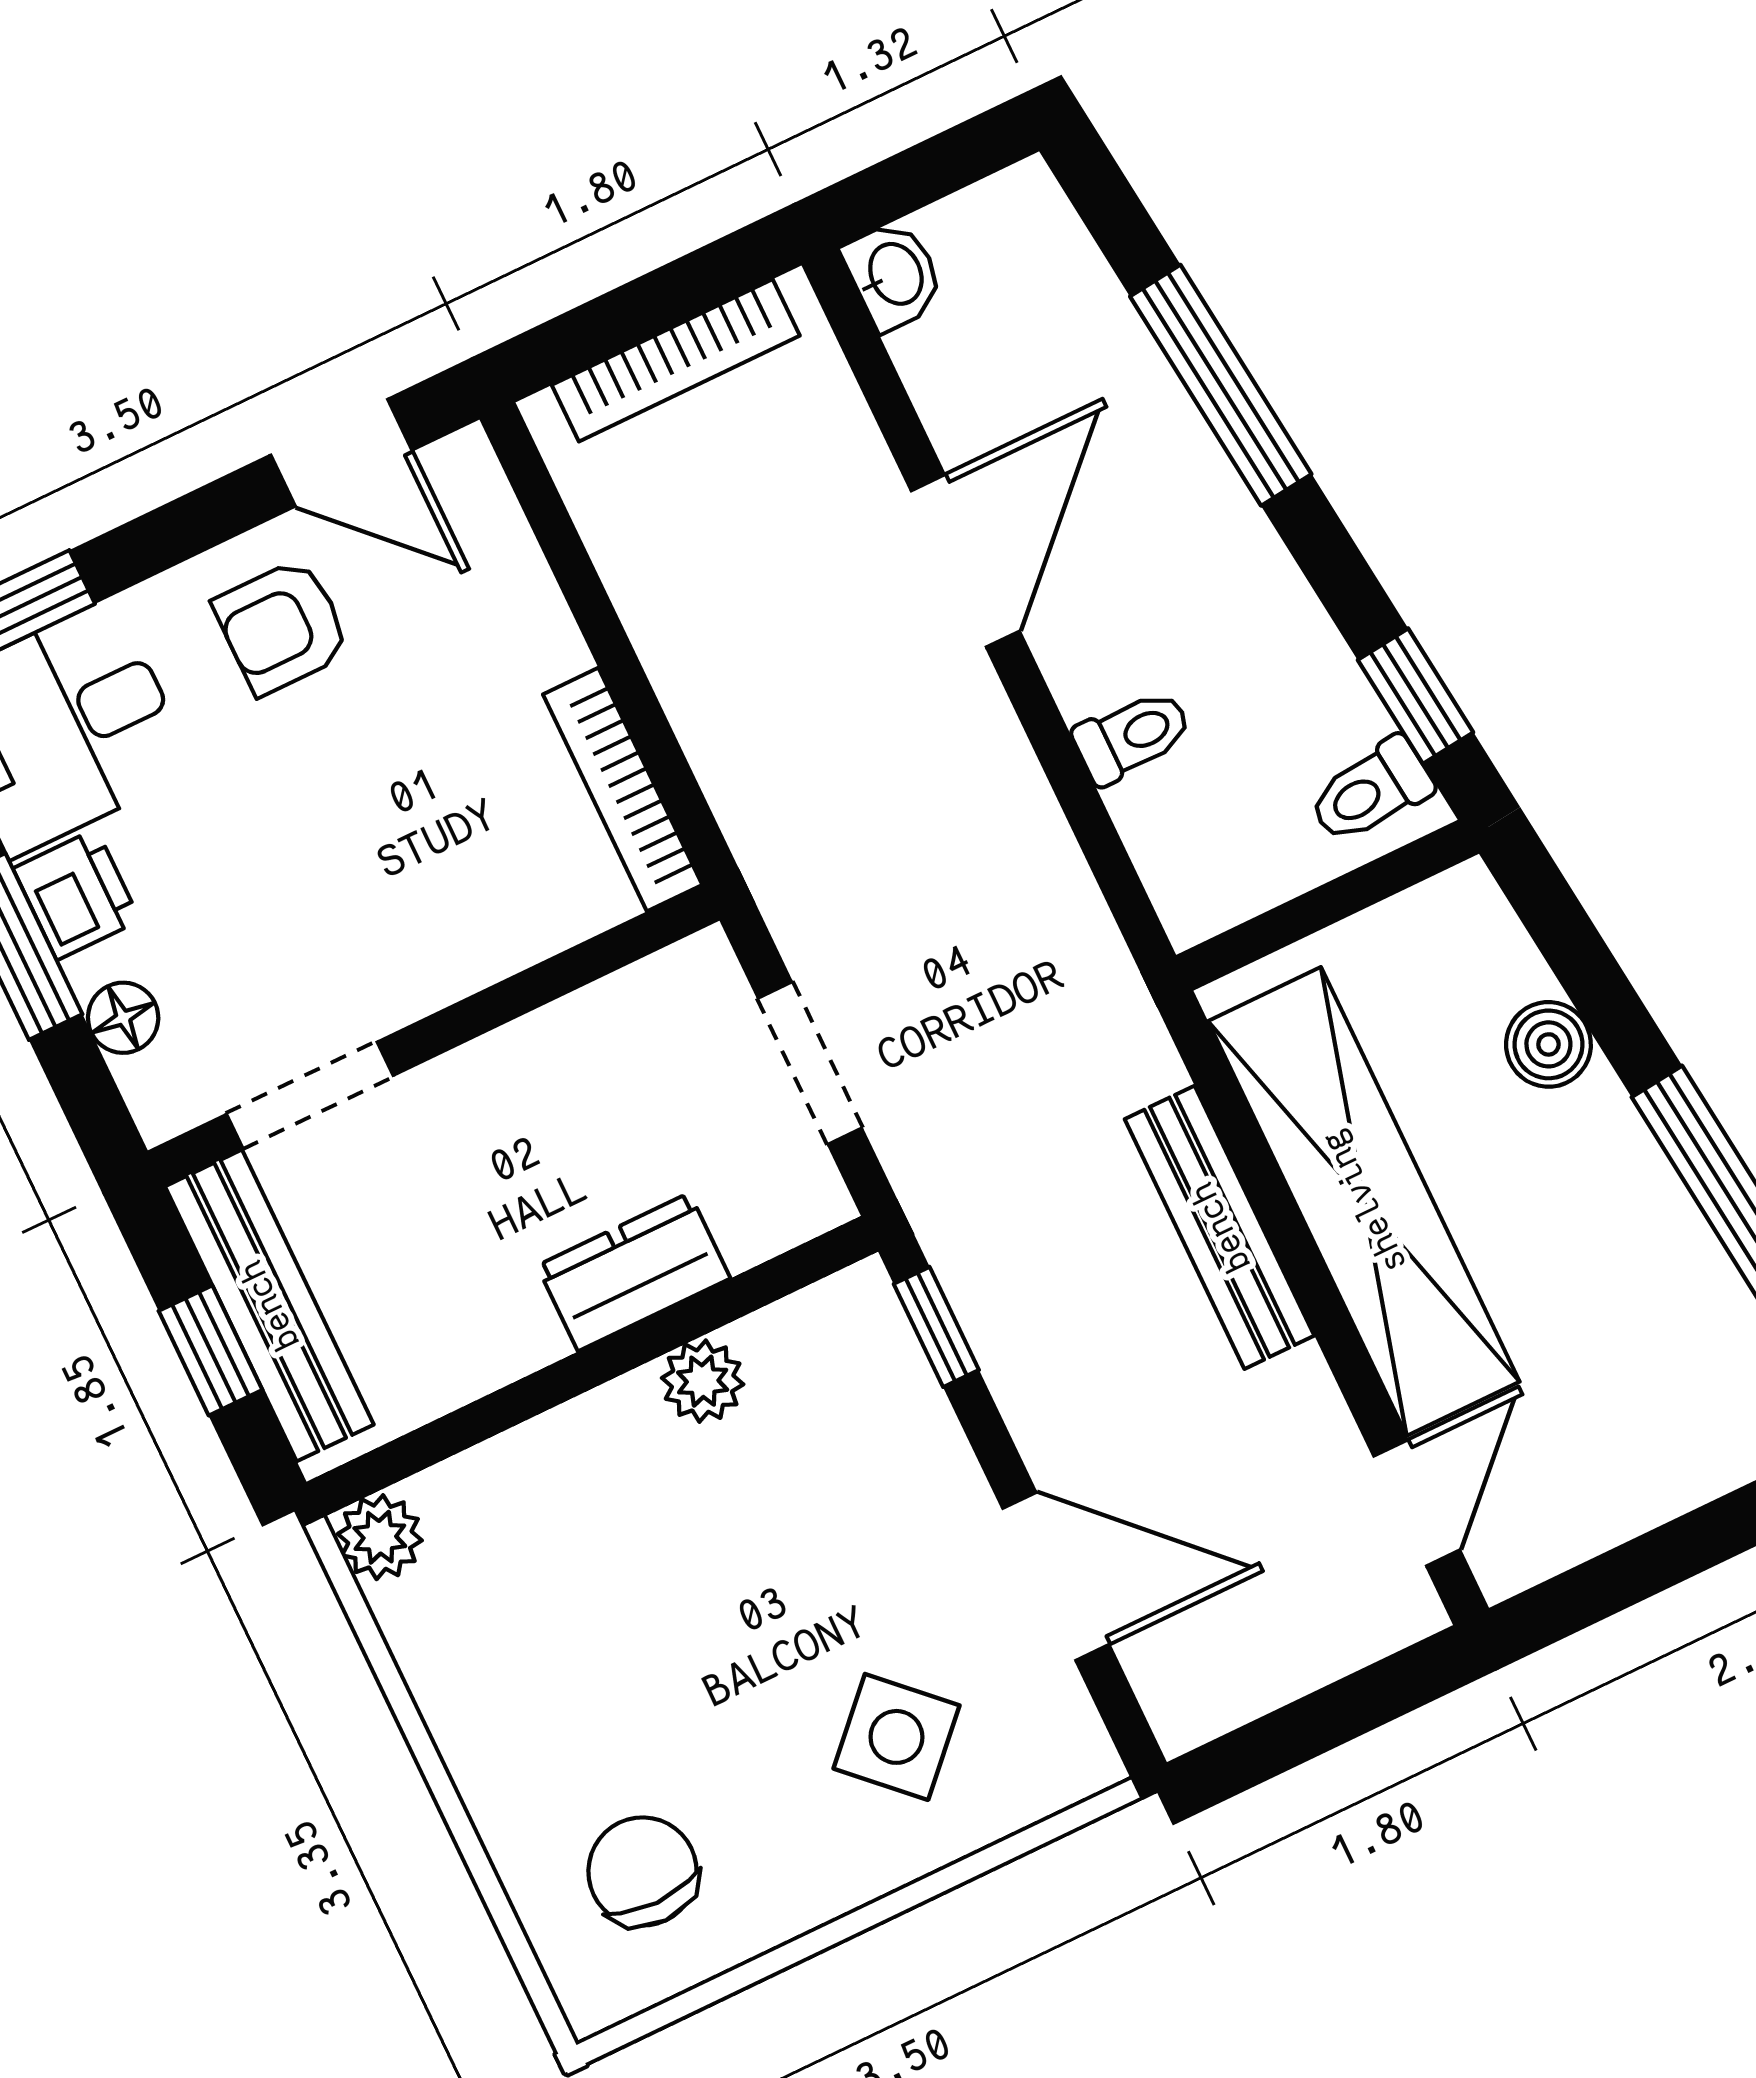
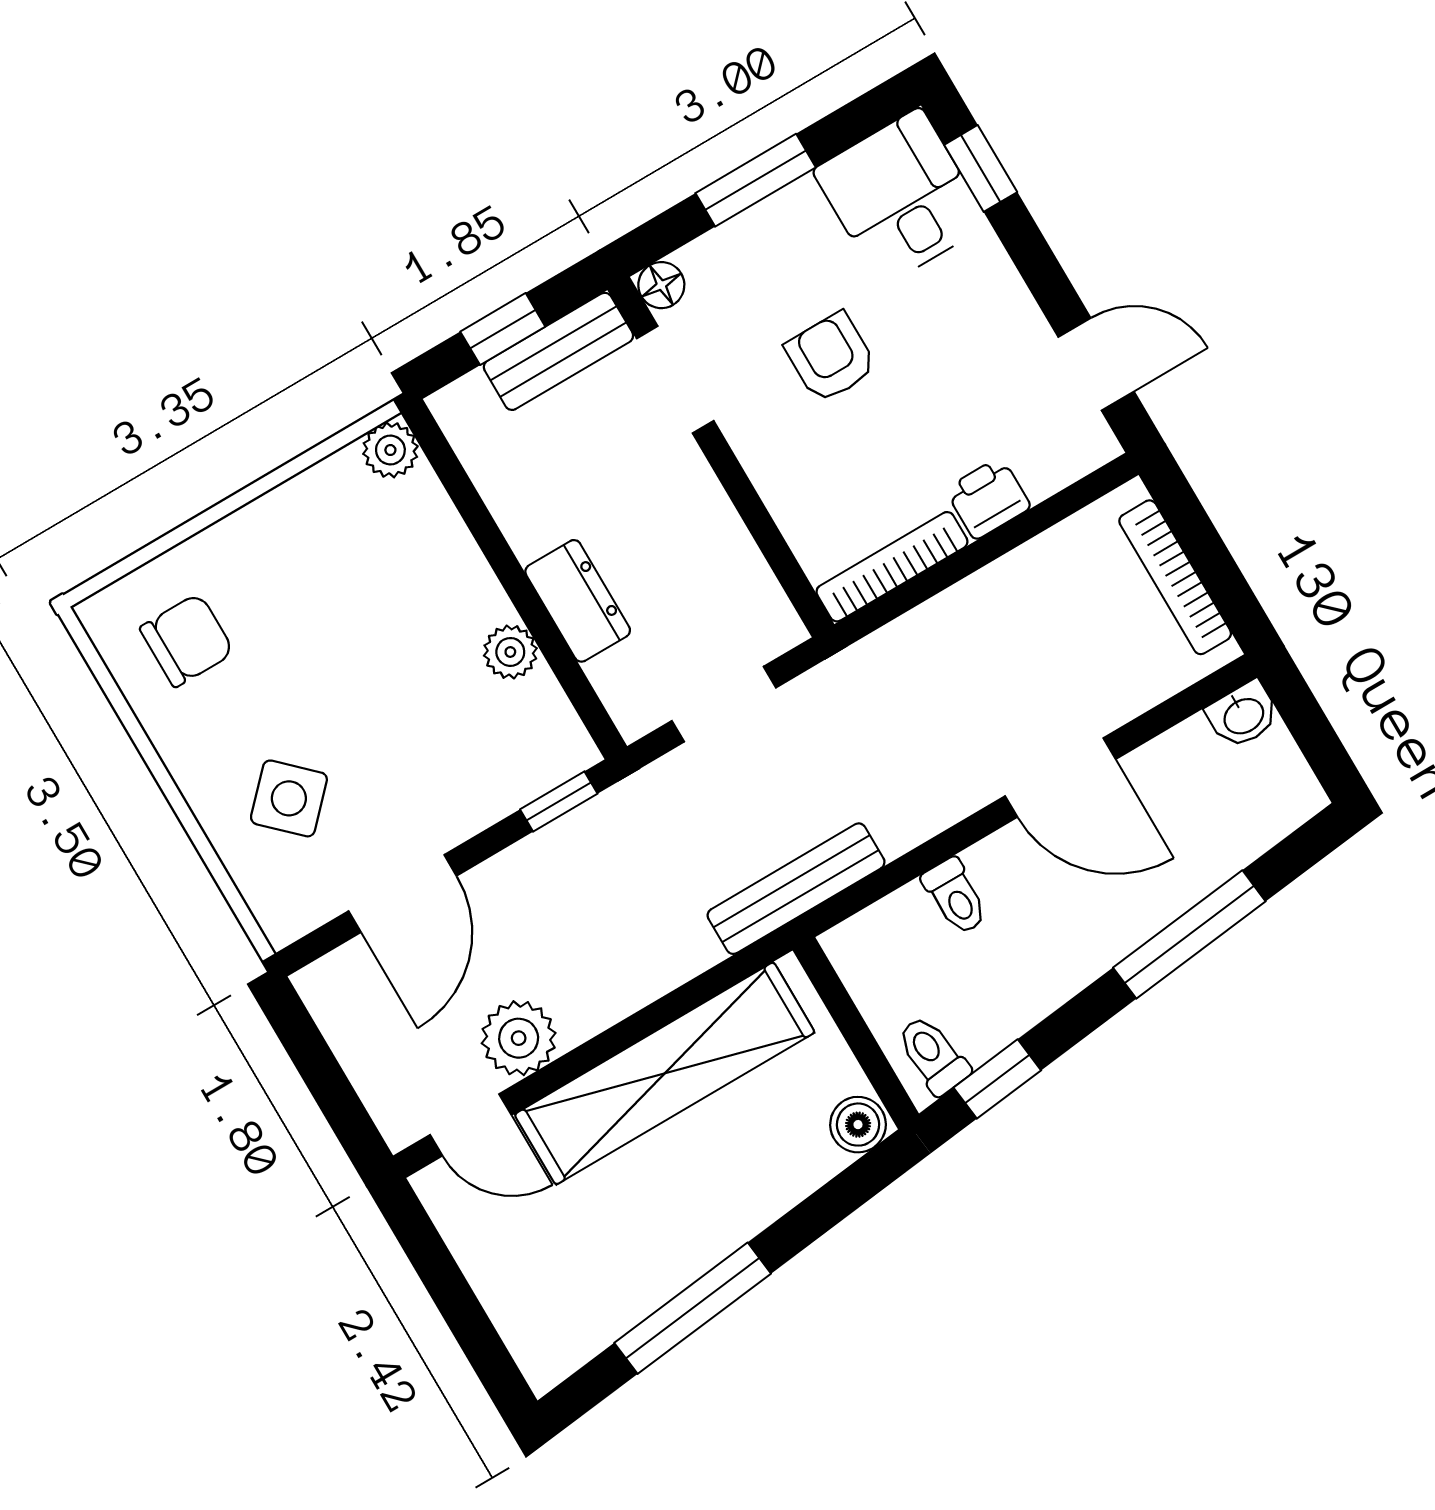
door: (341, 453) -> (1096, 364), swing flipped
armchair: (282, 627) -> (831, 358), moved
printer: (77, 894) -> (988, 498), moved, turned 180
floor lamp: (123, 1018) -> (661, 285), moved
boiler: (1548, 1044) -> (858, 1125), moved
bench: (1220, 1227) -> (796, 889), moved
bench: (269, 1305) -> (558, 351), width x0.73
plant: (1291, 1419) -> (519, 1038), added

